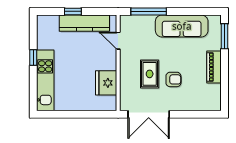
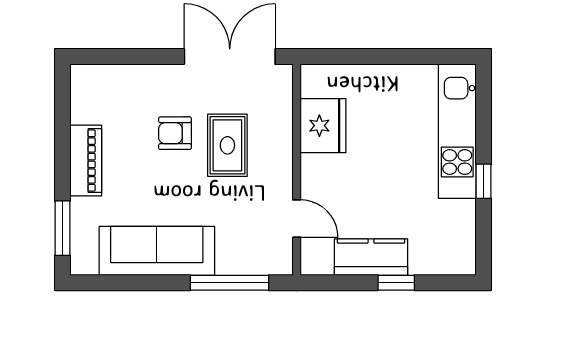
kitchen counter: (84, 23) -> (371, 257), width x0.67

